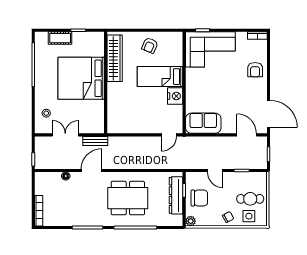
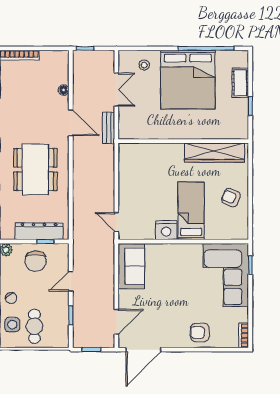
bed: (81, 78) -> (188, 80), moved, turned 180

